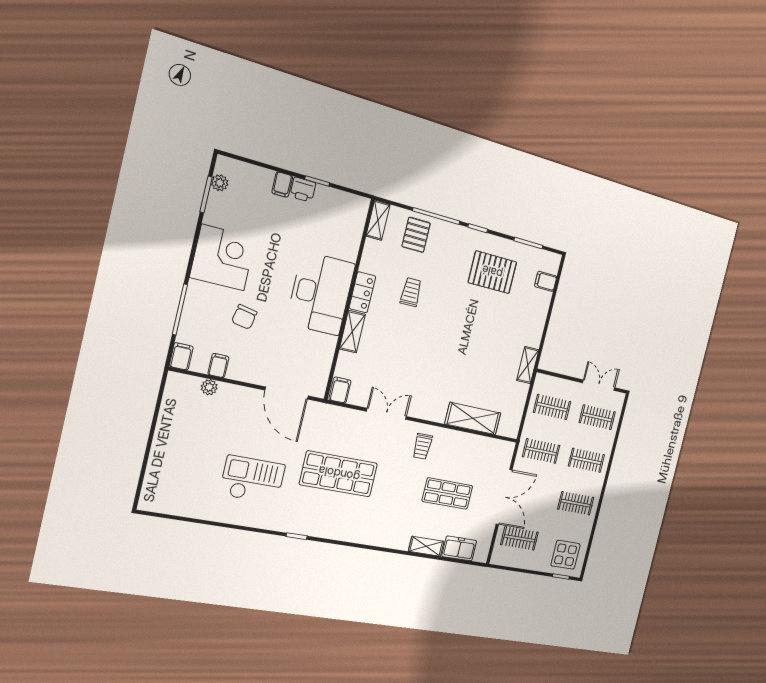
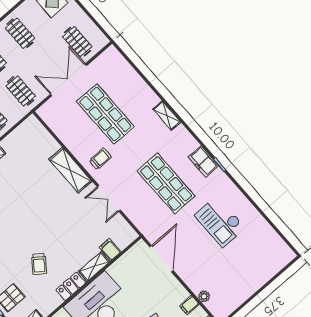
trolley: (411, 292) -> (39, 264), turned -53
filing cabinet: (340, 390) -> (110, 250), moved, turned 90
shelving: (473, 418) -> (70, 170), moved
shop shelf: (447, 493) -> (105, 114), width x1.43, depth x1.36
shelving: (426, 546) -> (167, 116), moved
freezer: (459, 548) -> (203, 161), moved

